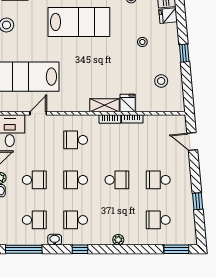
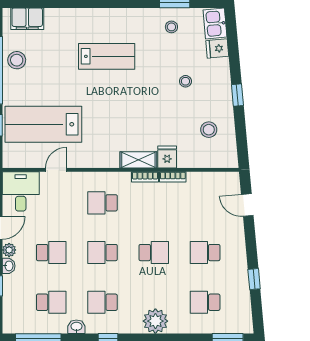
lab bench: (79, 22) -> (107, 56), width x0.73, depth x0.72
plant: (118, 240) -> (155, 321), width x1.88, depth x1.88

